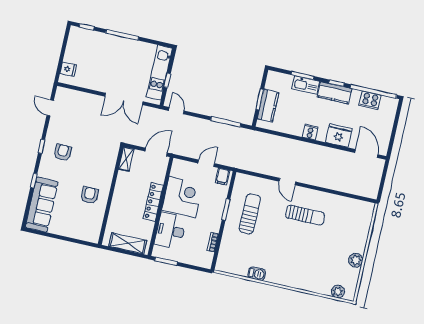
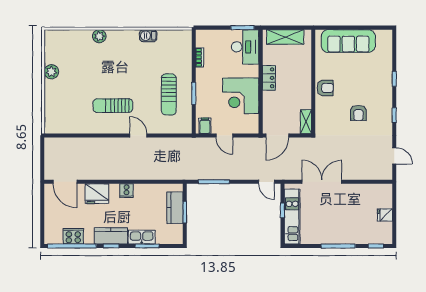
fridge: (68, 69) -> (385, 215), moved
armchair: (63, 152) -> (358, 113), moved
door: (206, 163) -> (224, 136), hinge flipped
armchair: (89, 195) -> (325, 88), moved, turned -90
locker: (153, 202) -> (269, 78), width x0.66
sofa: (42, 205) -> (348, 41), moved, turned -90
desk: (170, 231) -> (245, 47), moved
plant: (338, 291) -> (99, 36), moved

